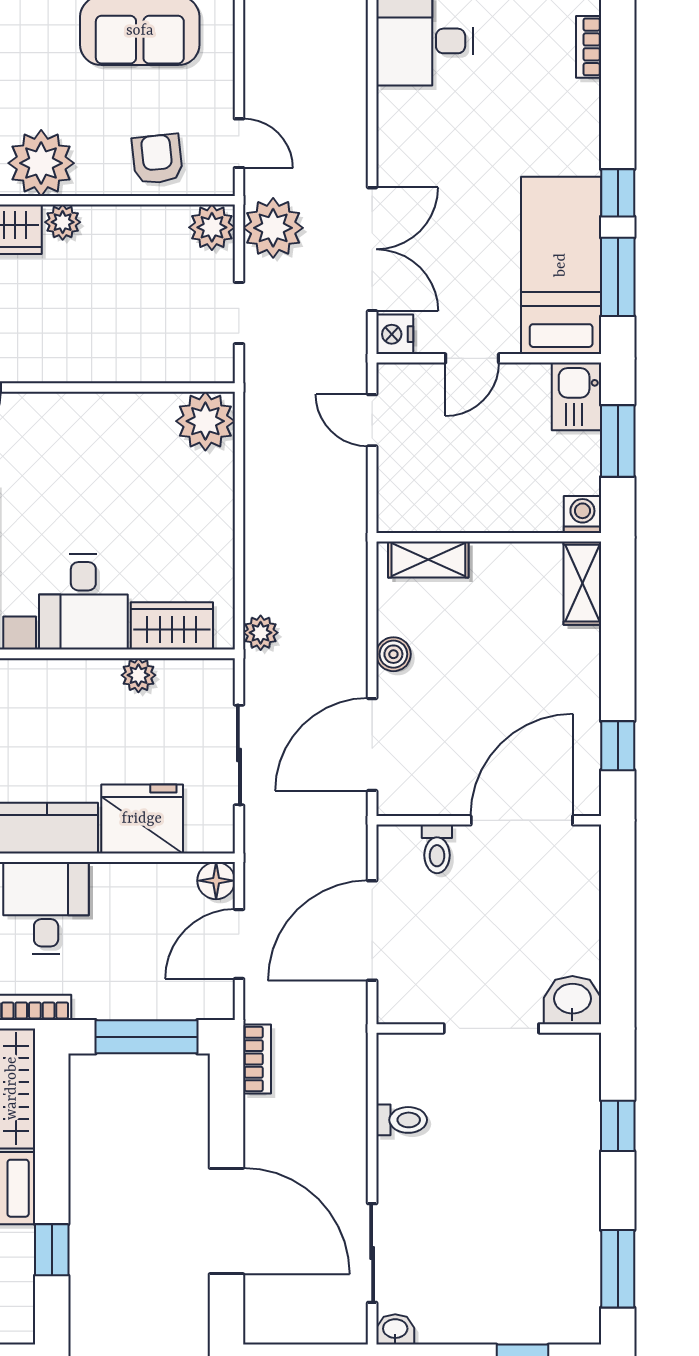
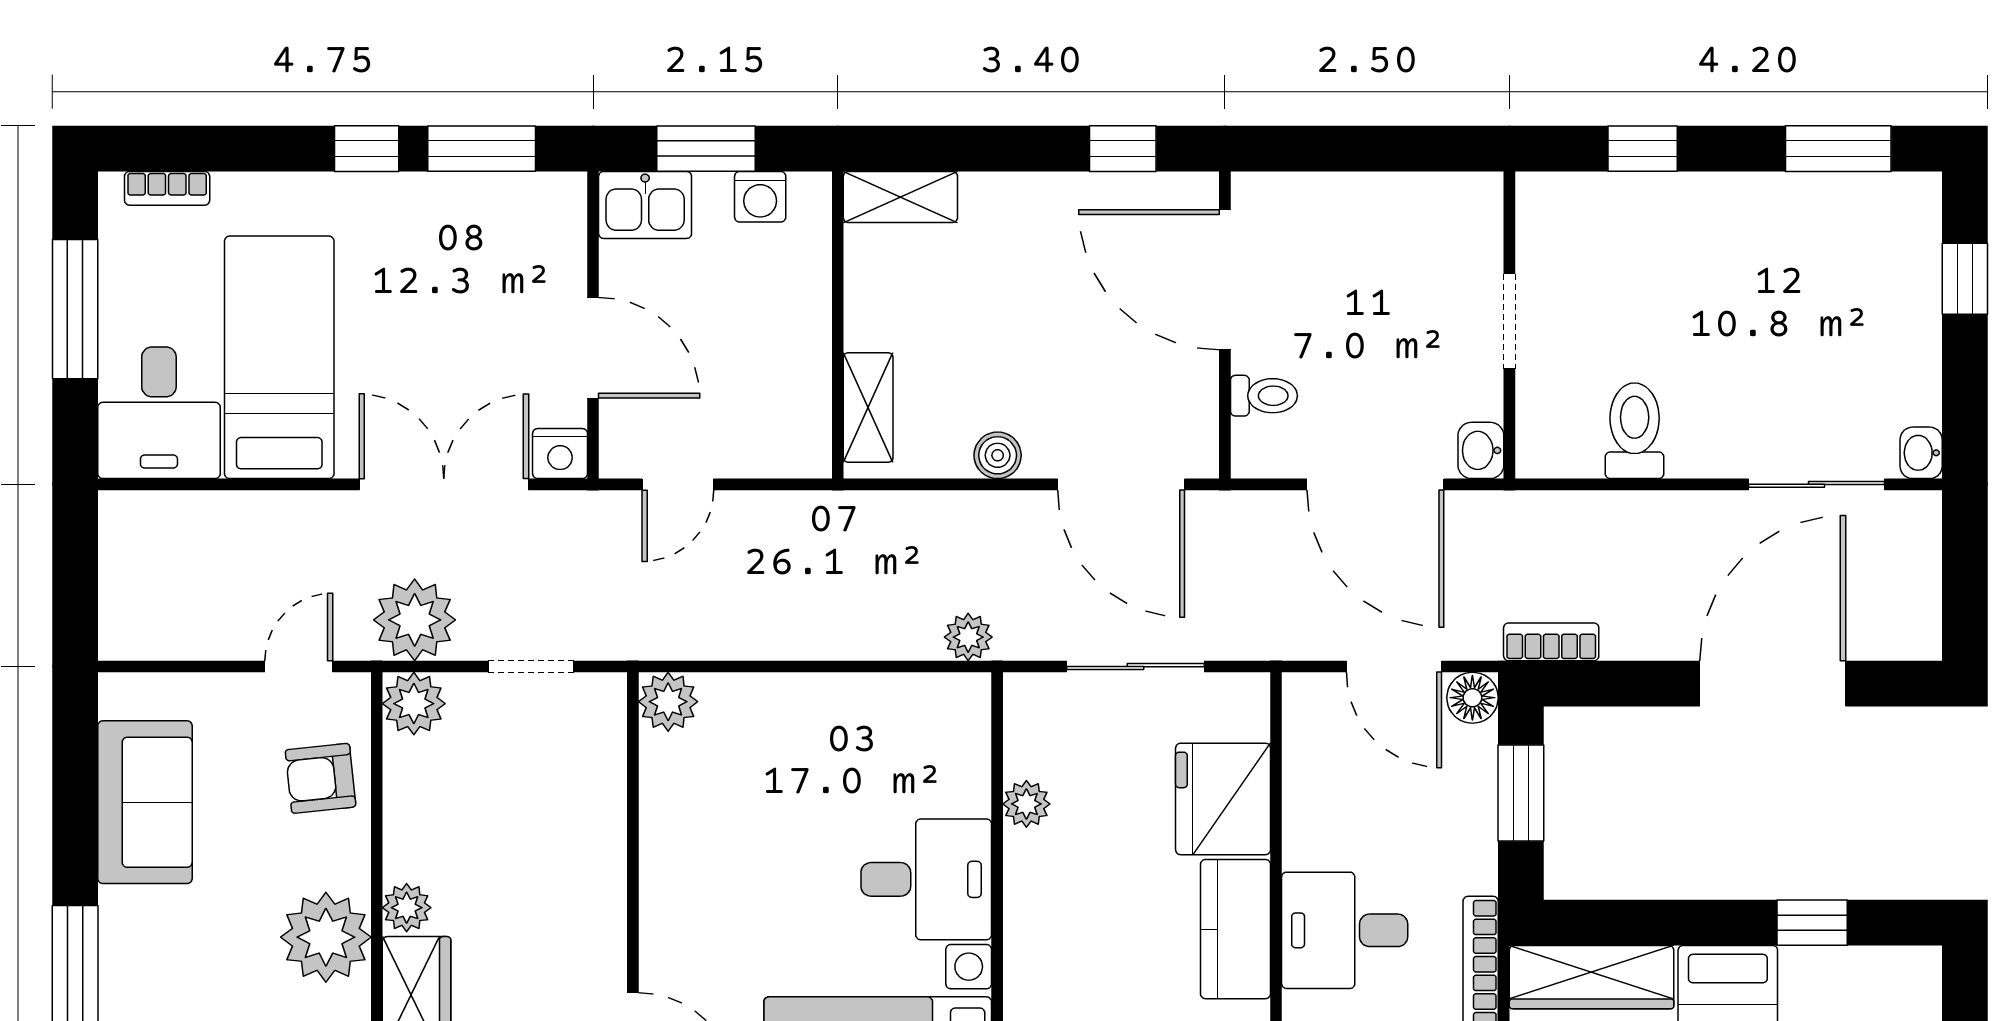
bed: (561, 265) -> (279, 357), moved, turned 90
door: (472, 358) -> (593, 348), width x1.38
plant: (205, 421) -> (668, 702), width x0.73, depth x0.73
washing machine: (582, 515) -> (760, 197), moved, turned -90
wardrobe: (172, 626) -> (959, 758), removed
floor lamp: (216, 881) -> (1472, 698), moved
washbasin: (572, 1000) -> (1481, 450), moved, width x0.72, depth x0.69
doorway: (491, 1028) -> (1509, 321), width x0.73
window: (146, 1037) -> (1521, 793), width x0.69
toilet: (402, 1120) -> (1635, 431), width x1.37, depth x1.39

